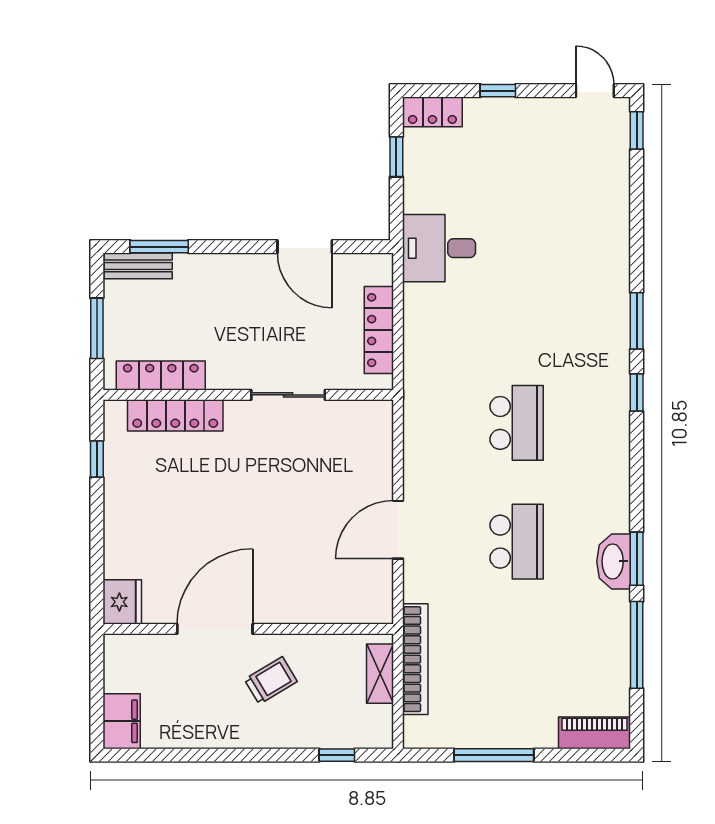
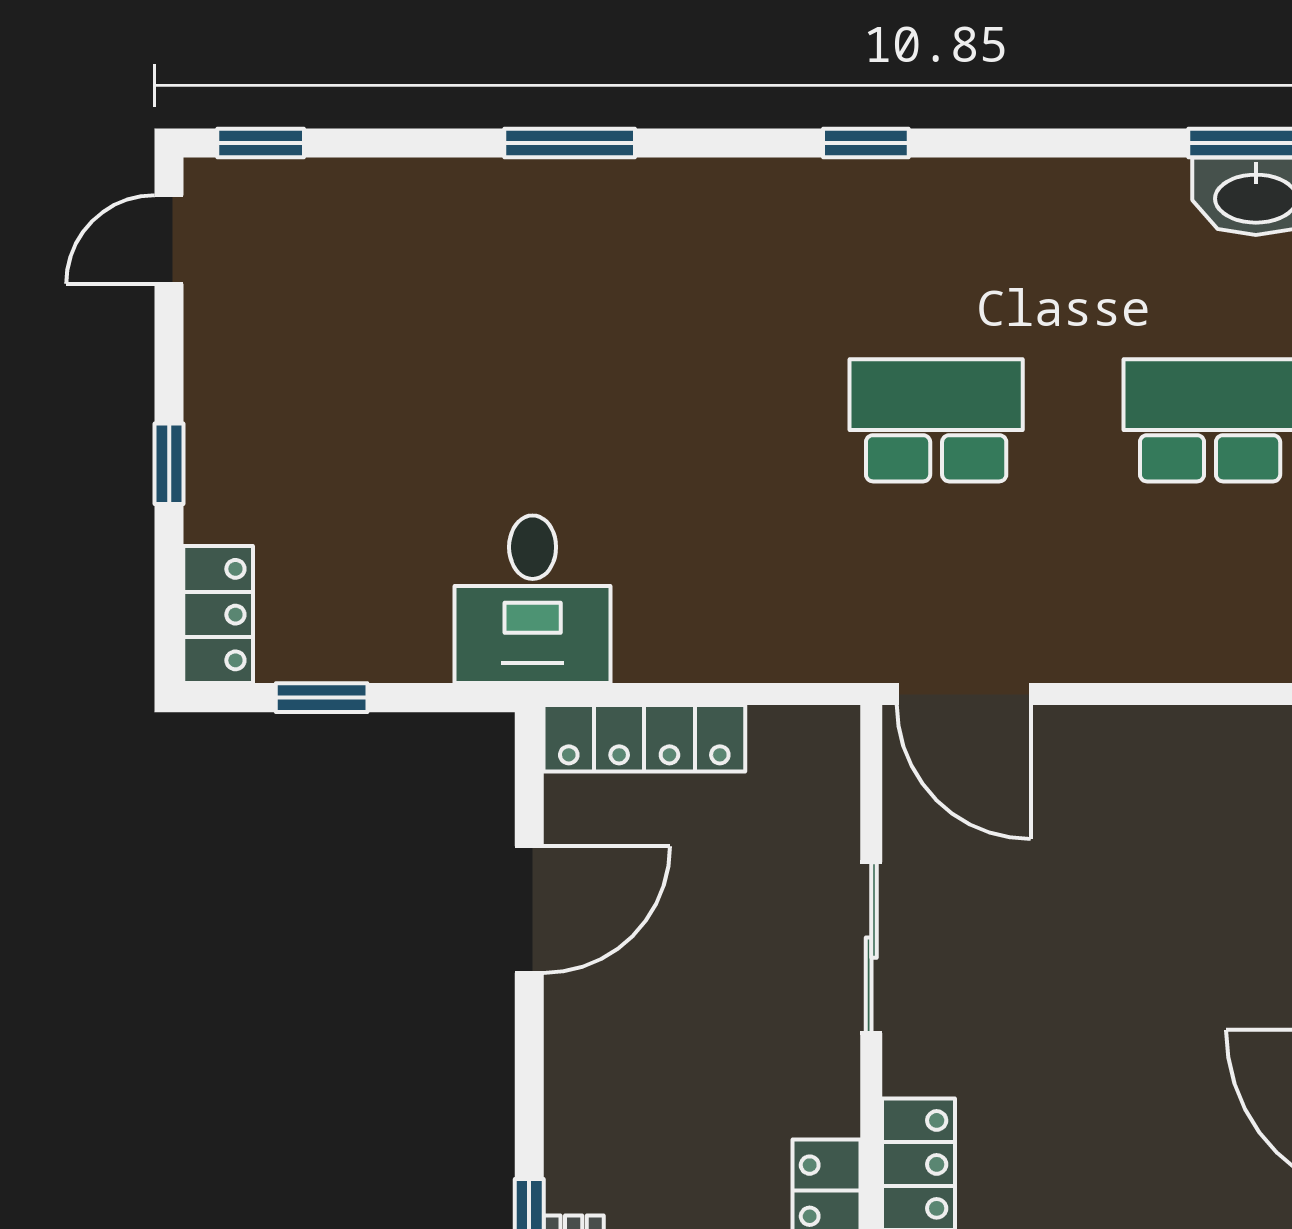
window: (637, 321) -> (570, 143), moved
locker: (379, 330) -> (644, 738), moved
door: (398, 530) -> (964, 694), moved

